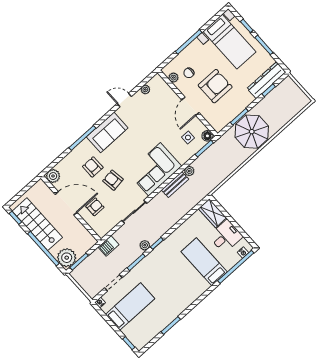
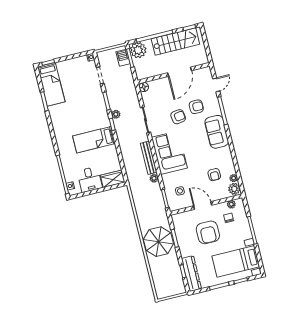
door: (124, 100) -> (216, 85), moved
floor lamp: (207, 136) -> (144, 87), moved
plant: (53, 176) -> (234, 189), moved
bench: (175, 184) -> (149, 158), width x1.36
armchair: (95, 207) -> (214, 175), moved
barbecue: (109, 246) -> (123, 58), moved
bed: (204, 262) -> (94, 140), moved, turned 180
bed: (130, 307) -> (51, 84), moved

